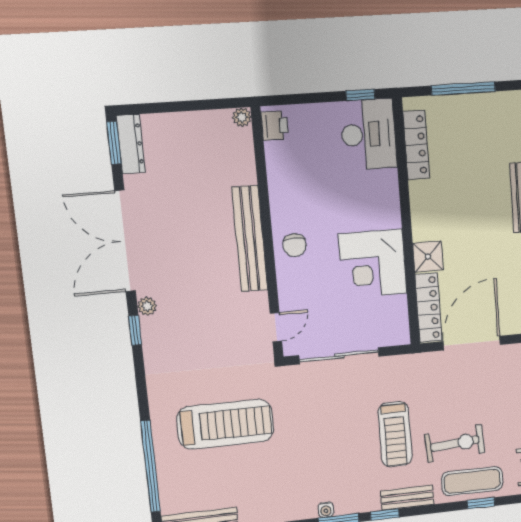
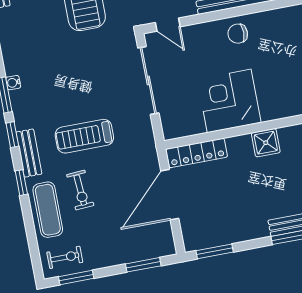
shower: (428, 257) -> (266, 143), moved
door: (472, 343) -> (170, 195), swing flipped
exercise bike: (455, 444) -> (80, 190), width x0.73, depth x0.72
window: (481, 503) -> (21, 183), moved

